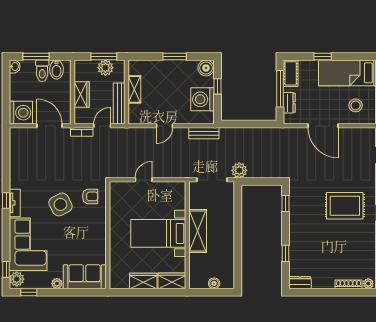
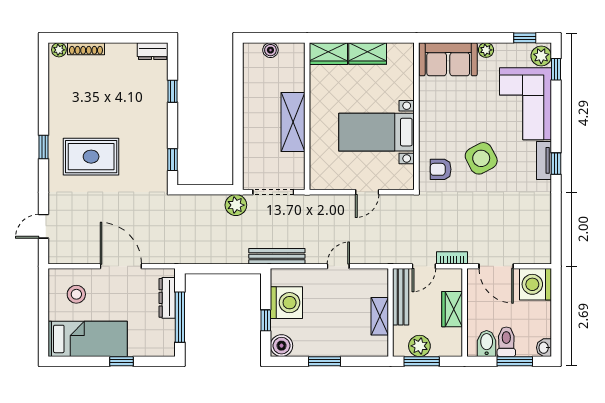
cot: (291, 73) -> (165, 338), removed
dresser: (289, 103) -> (167, 298), width x1.44
bench: (204, 133) -> (277, 256), width x1.36
bed with nightstands: (158, 233) -> (377, 132), moved, turned 180

